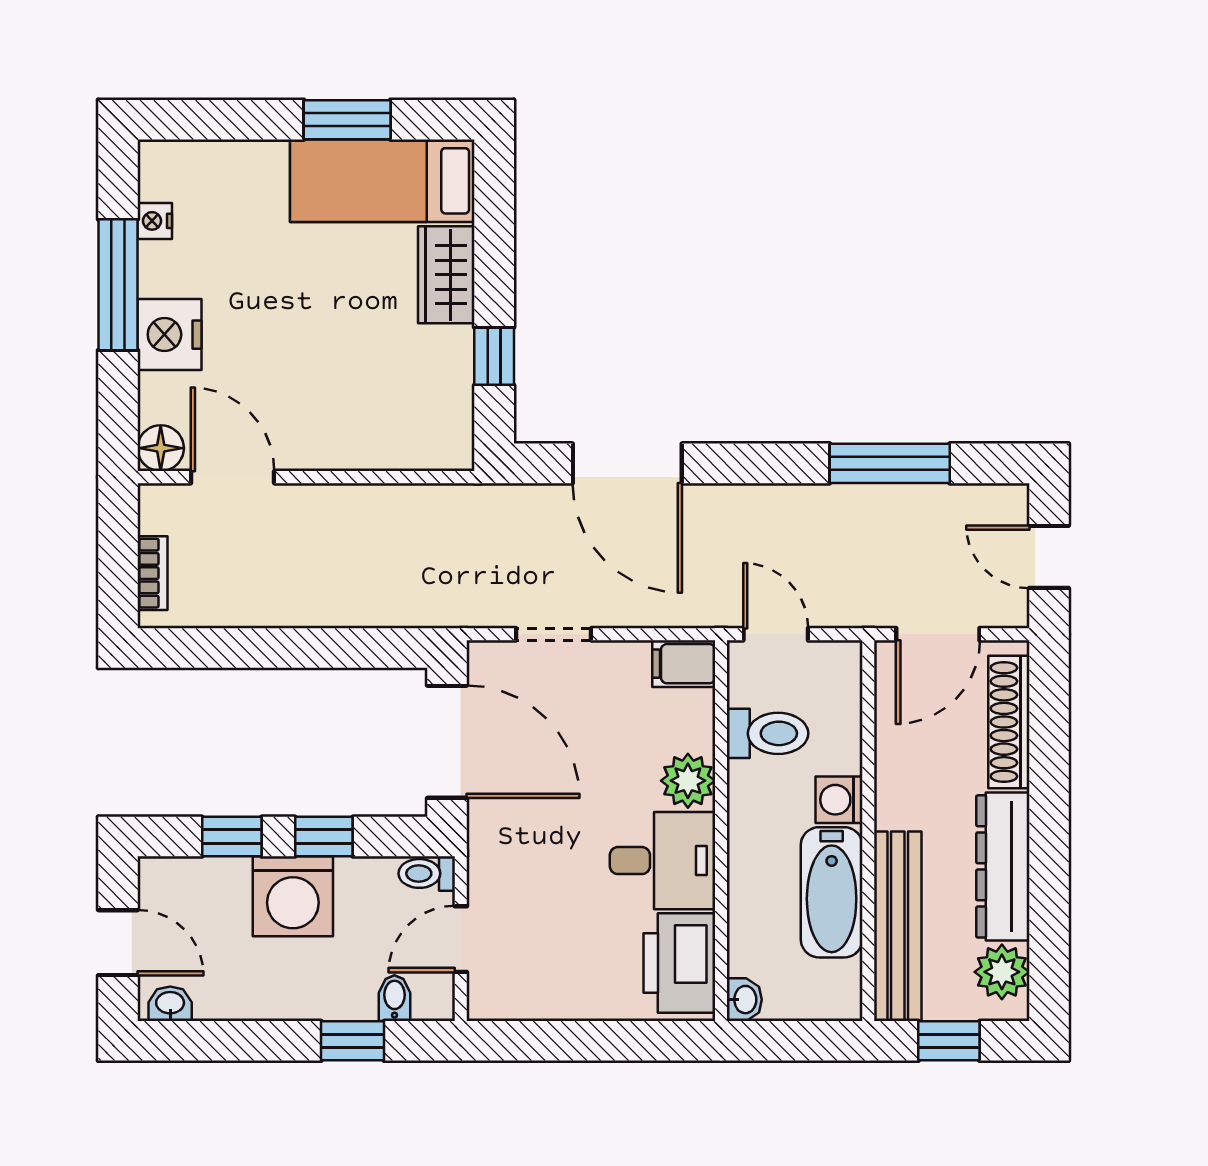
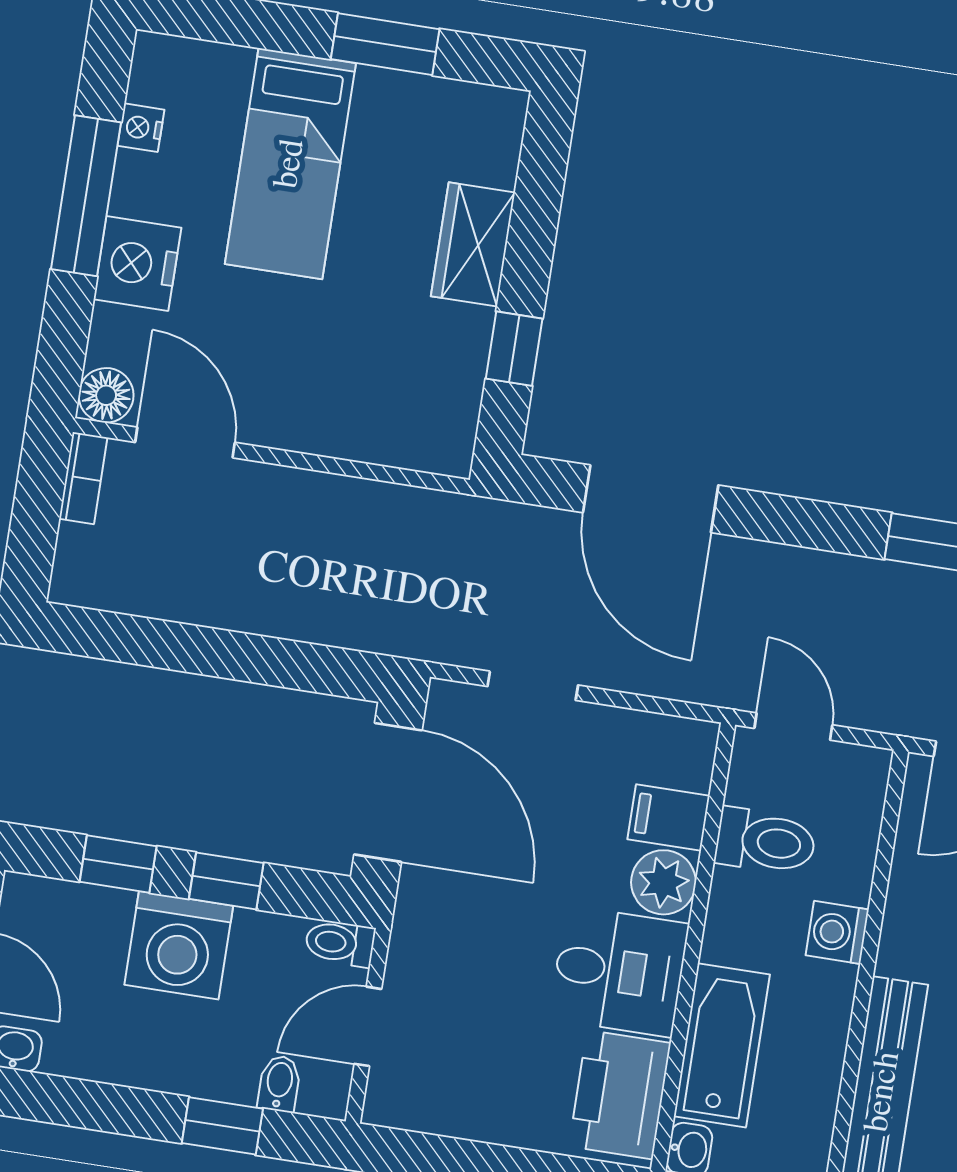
bed: (382, 181) -> (290, 164), moved, turned -90
bookcase: (152, 573) -> (83, 478), moved
filing cabinet: (684, 664) -> (669, 817), moved
bathtub: (832, 892) -> (722, 1045), moved, turned 180

